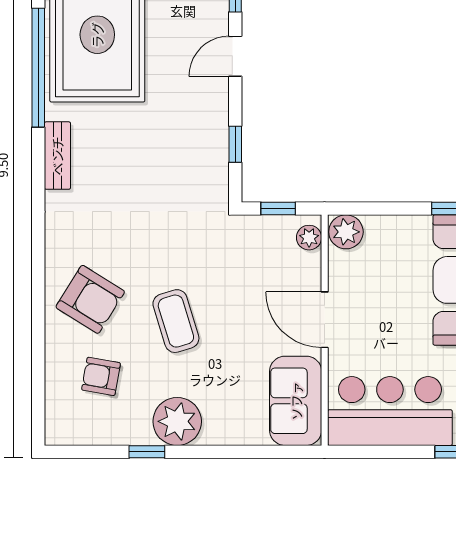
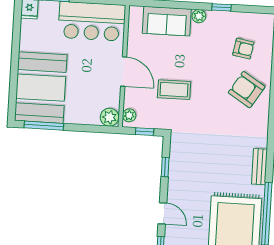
door: (235, 56) -> (162, 213), hinge flipped
coffee table: (176, 321) -> (174, 90), moved, turned -73
sofa: (296, 401) -> (167, 21), moved, turned 90
plant: (177, 421) -> (199, 16), width x0.53, depth x0.53

